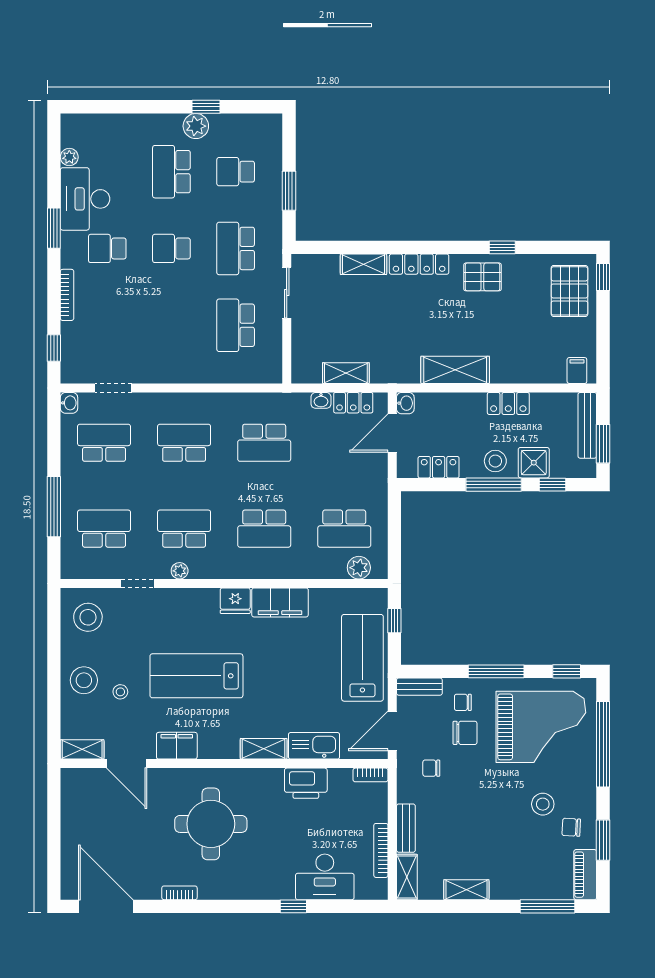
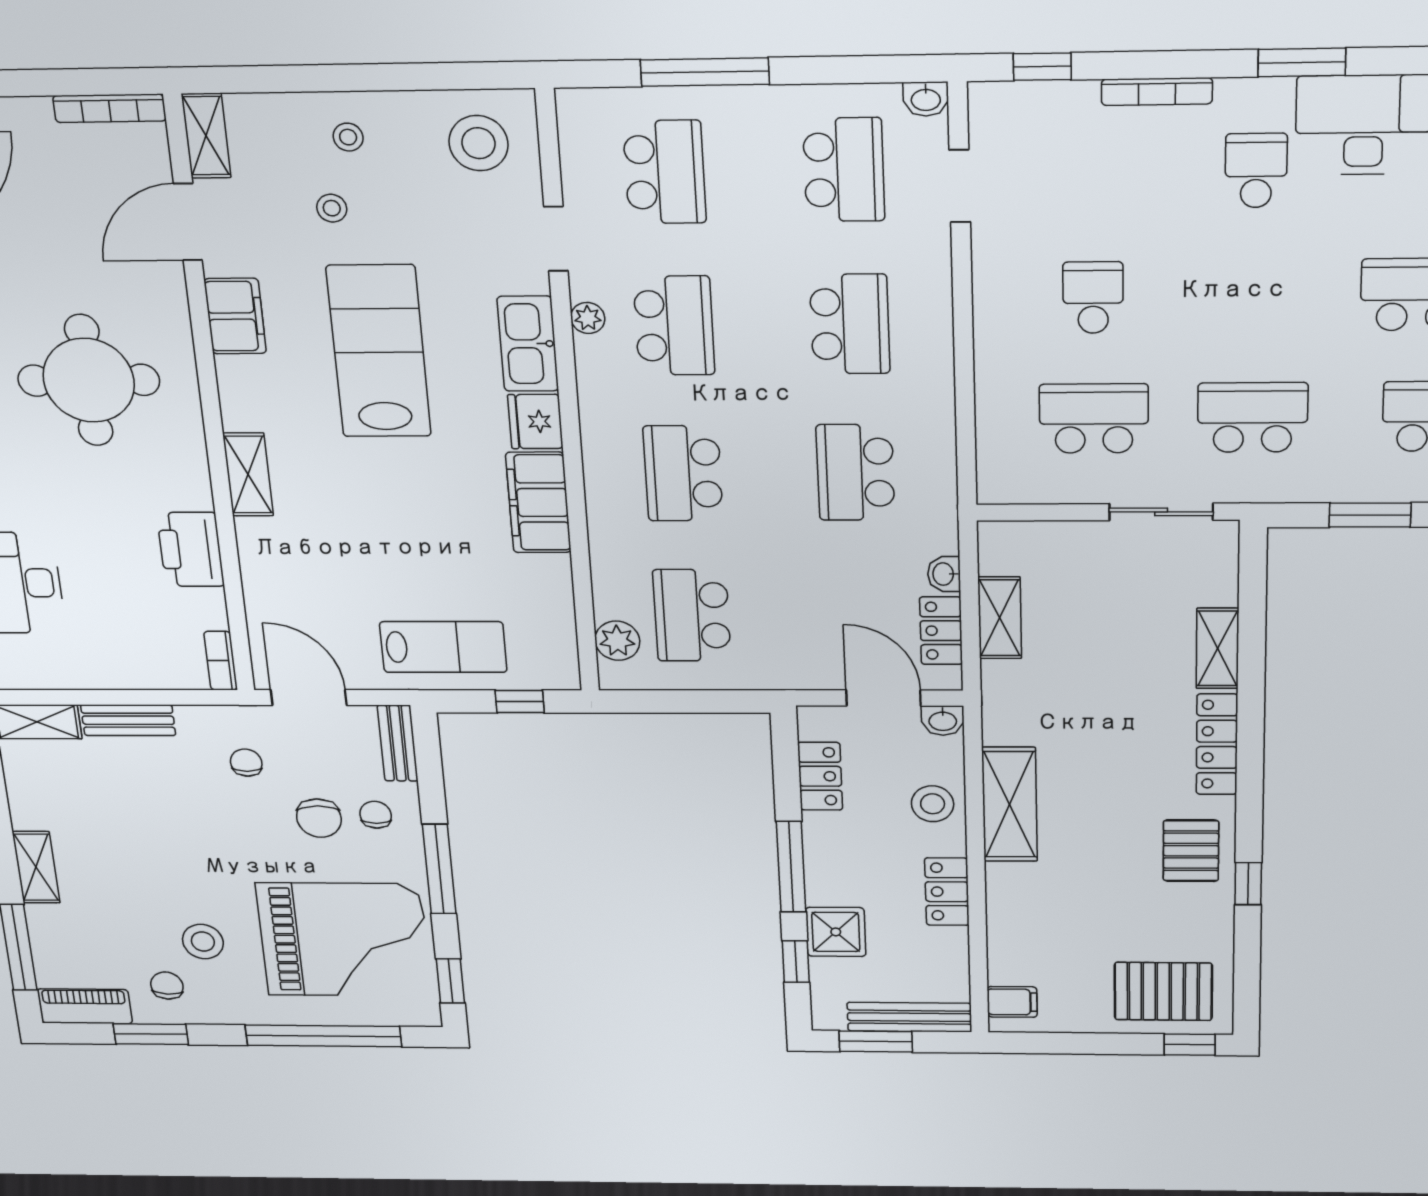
school desk: (171, 248) -> (1093, 298), moved
stool: (495, 461) -> (933, 804), moved
lab bench: (362, 658) -> (443, 647), width x0.73, depth x0.72
stool: (84, 680) -> (348, 137), width x0.53, depth x0.53
grand piano: (541, 727) -> (344, 940), turned -90
kitchen sink: (314, 746) -> (528, 344), moved, turned 180
bookcase: (381, 850) -> (109, 108), moved, turned 180
shelving: (466, 890) -> (36, 867), moved

